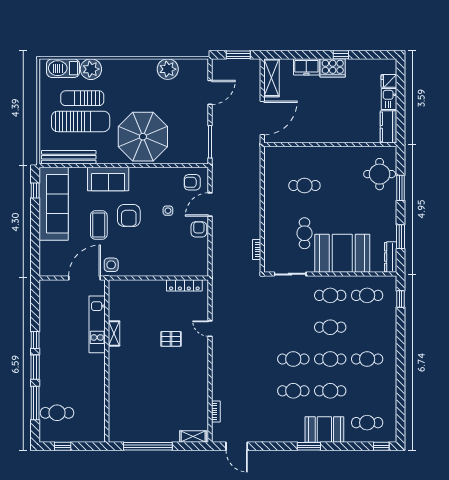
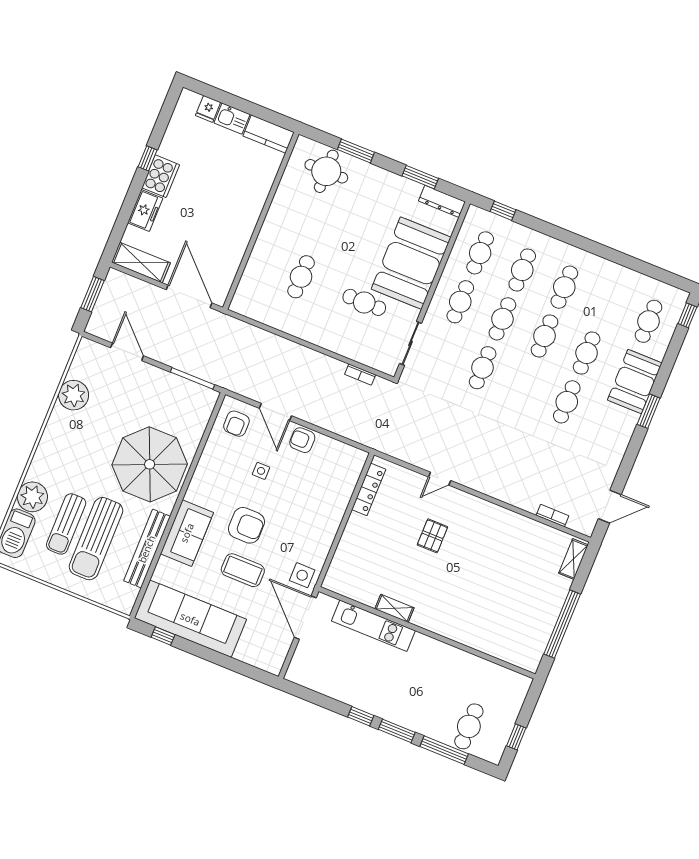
sun lounger: (81, 121) -> (96, 539), turned 180
bench: (69, 157) -> (147, 549), moved
cafe table: (367, 327) -> (522, 270), added
cafe table: (293, 359) -> (483, 368), moved

